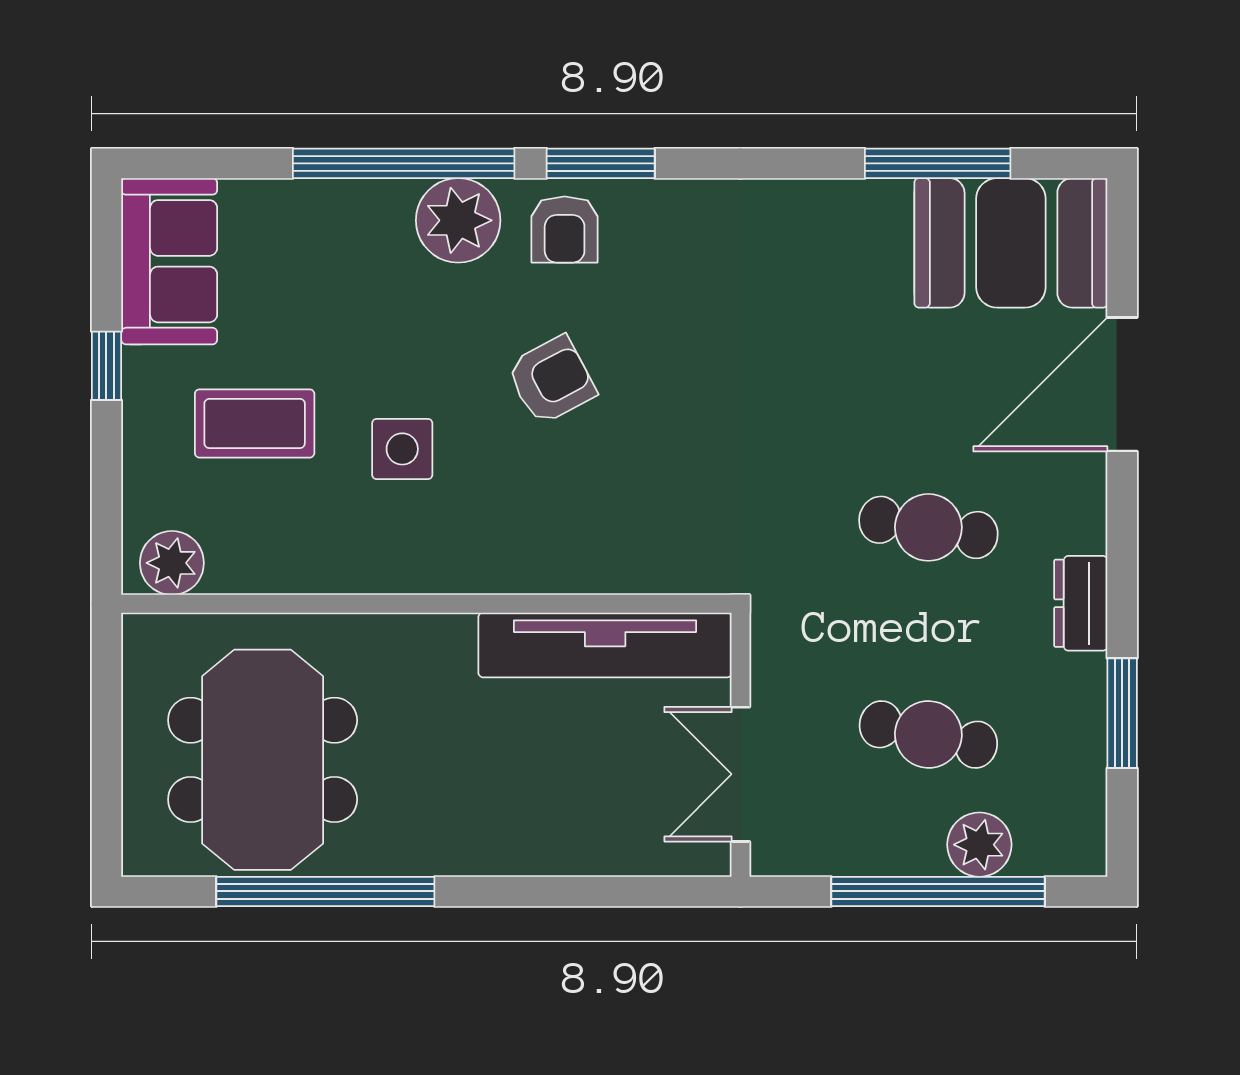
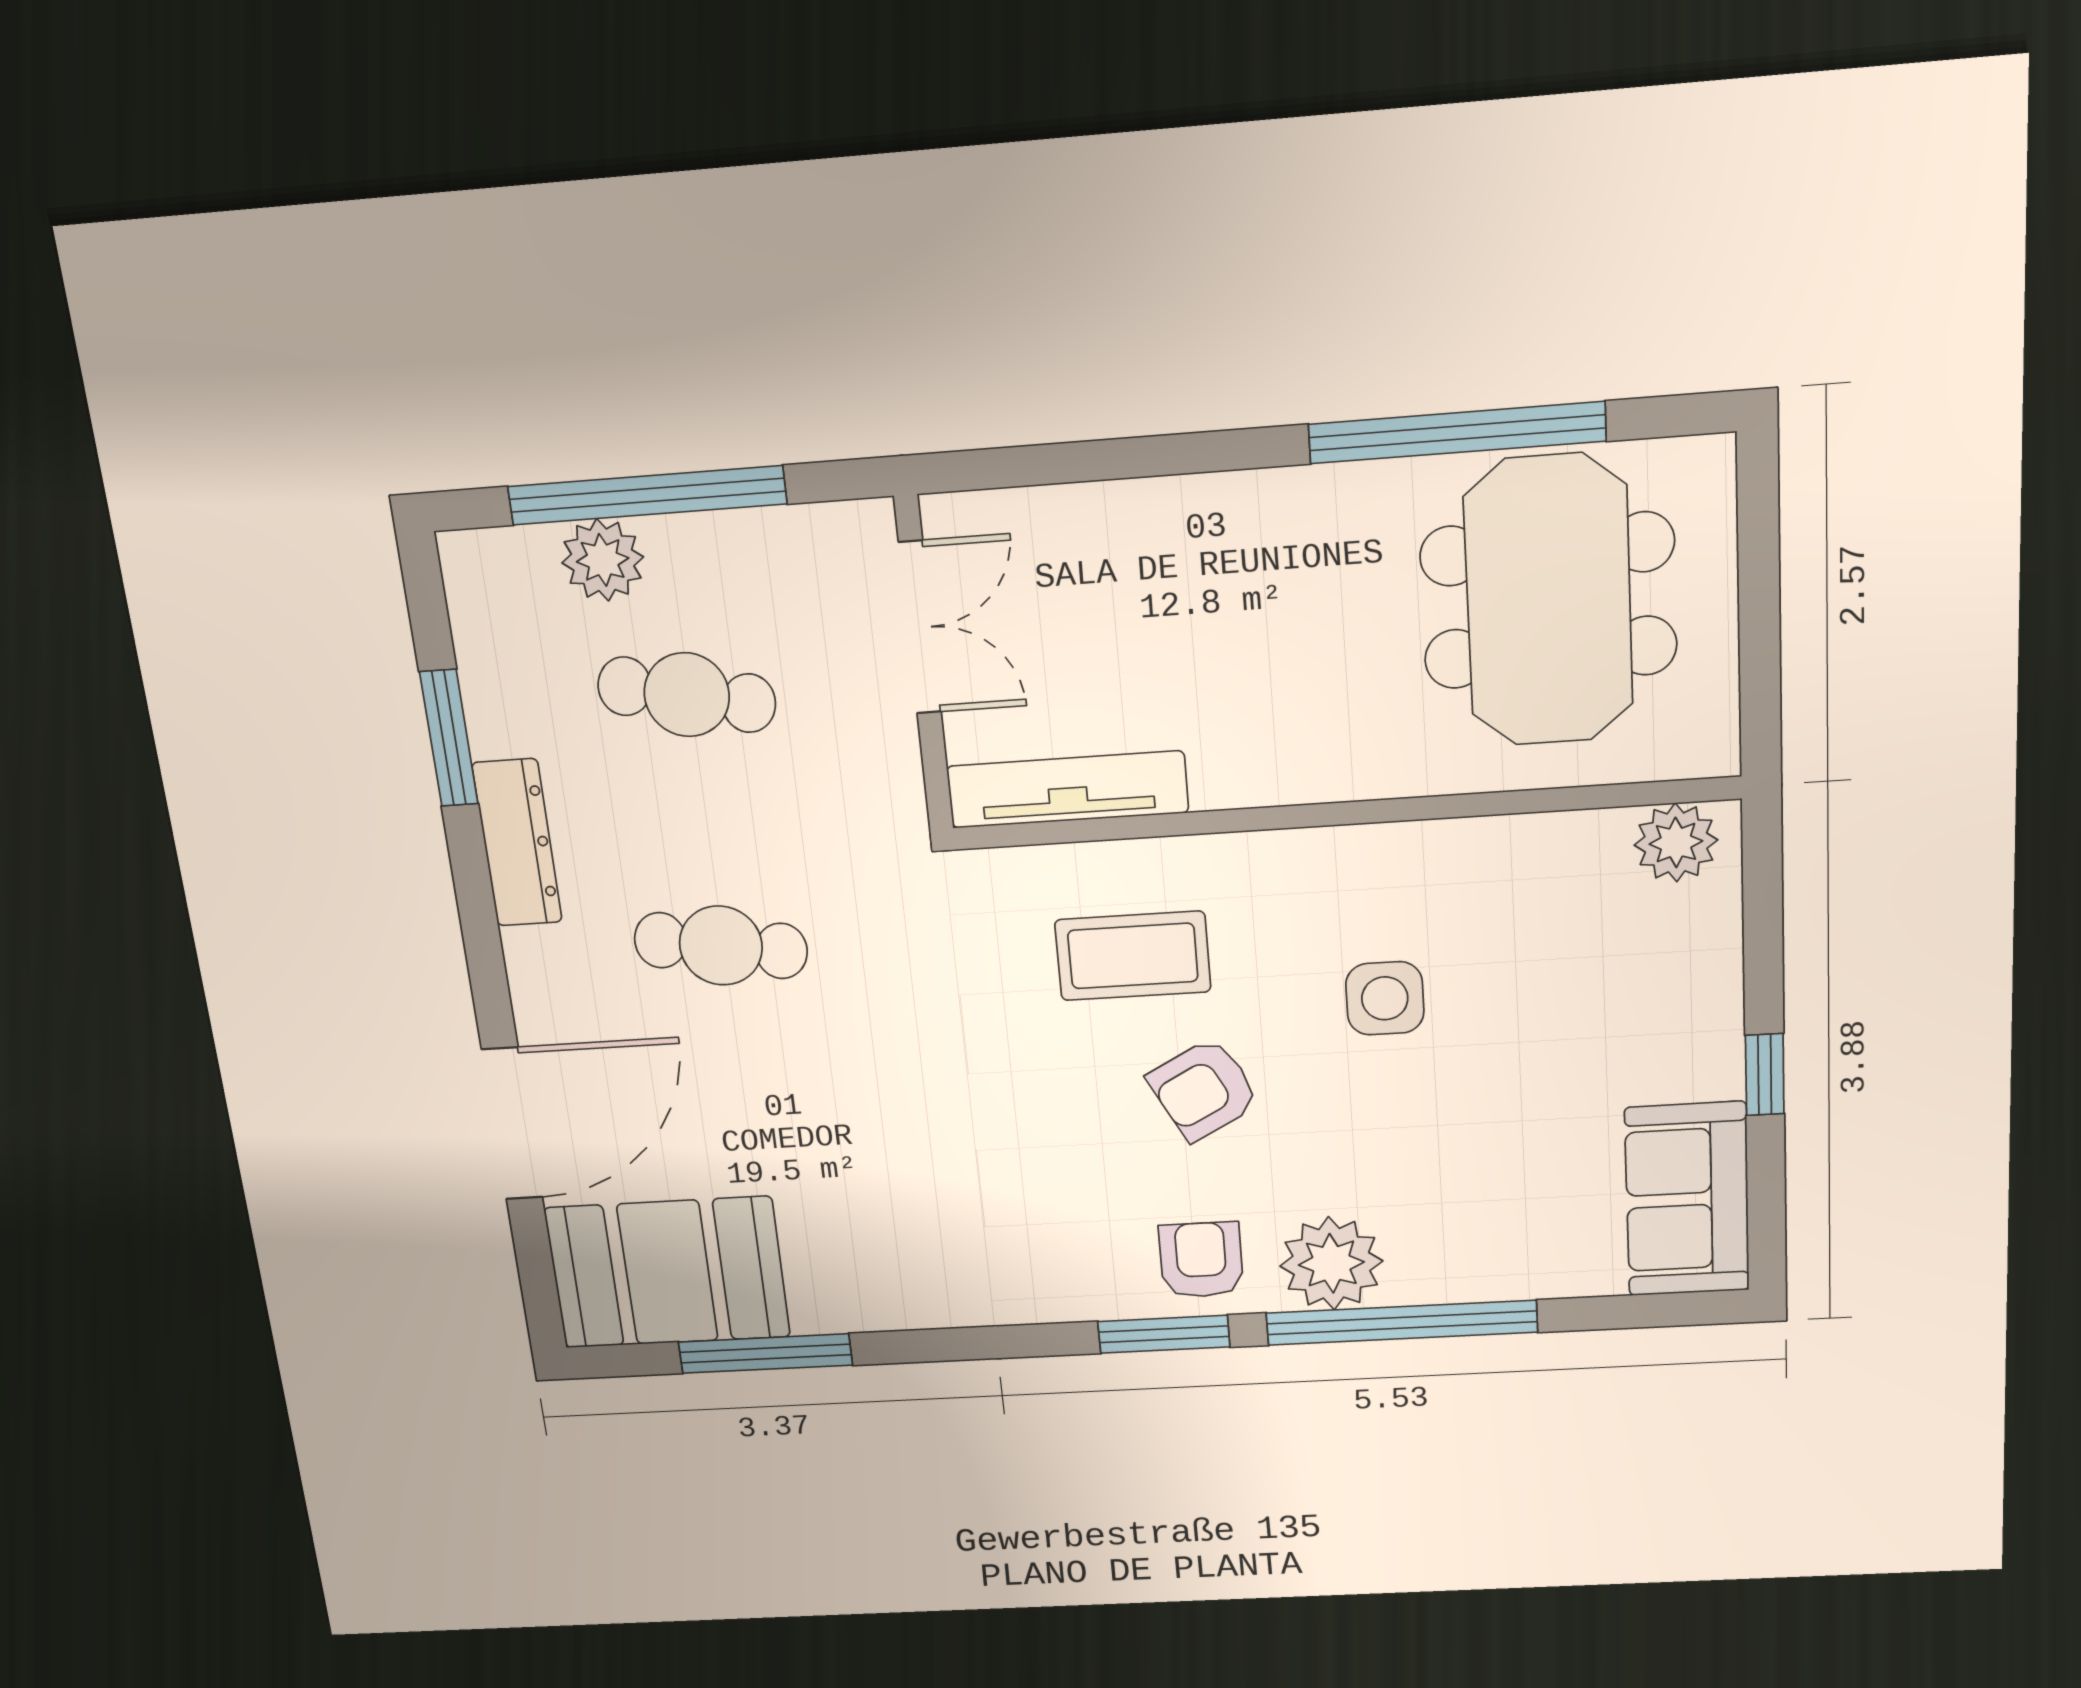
coffee table: (255, 423) -> (1133, 956), moved
dresser: (1081, 603) -> (517, 843), width x1.44
tv unit: (605, 645) -> (1068, 789), width x0.73, depth x0.78

